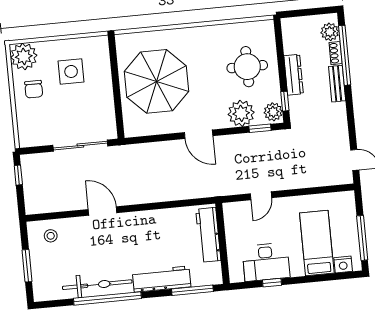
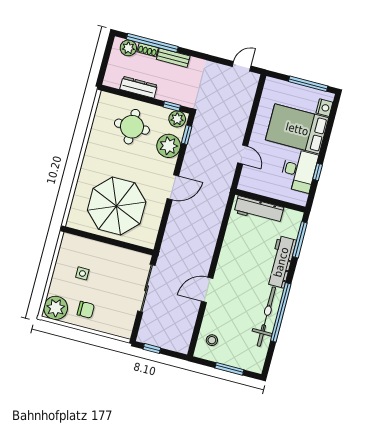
side table: (71, 71) -> (82, 273), width x0.54, depth x0.54
dresser: (294, 75) -> (139, 87), moved
bed: (317, 243) -> (297, 129), width x1.50

